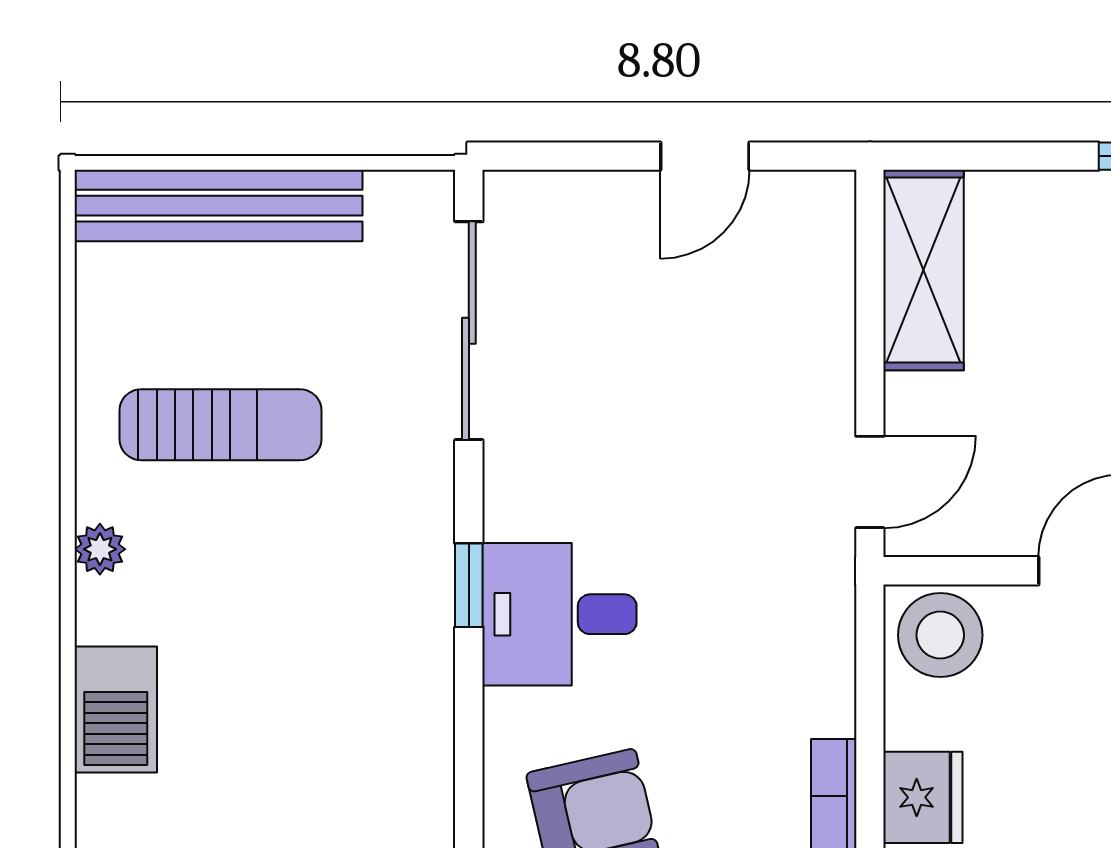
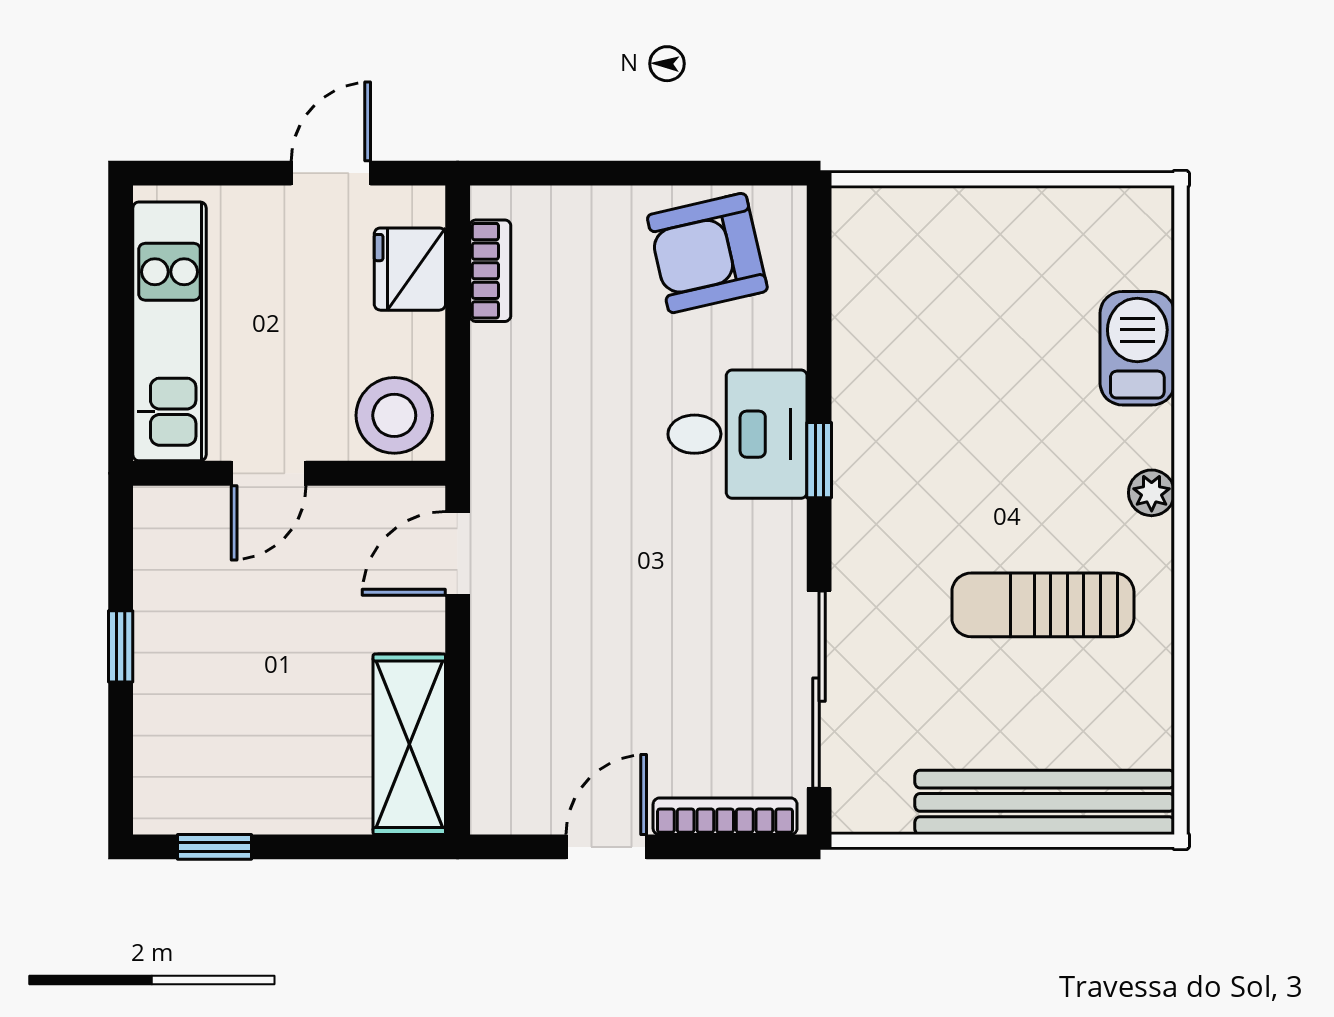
bookcase: (573, 190) -> (725, 816), added

